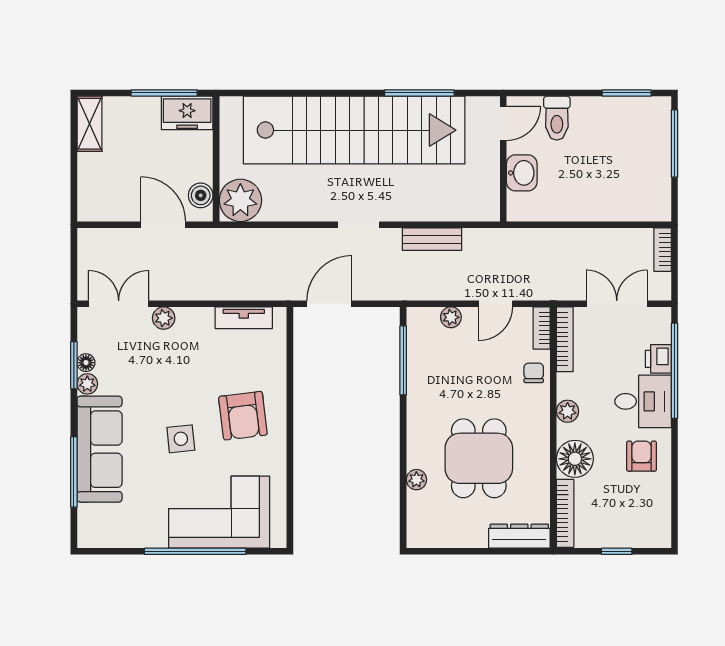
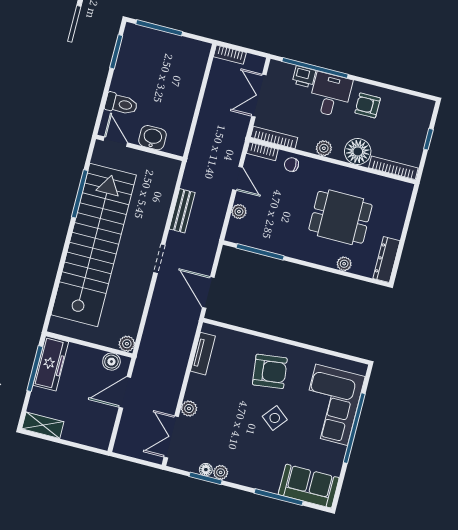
freezer: (187, 113) -> (51, 363), width x1.40
plant: (240, 200) -> (127, 344), width x0.53, depth x0.53
side table: (181, 439) -> (275, 418), turned 45
sofa: (100, 449) -> (309, 486), moved, width x0.73
dresser: (519, 536) -> (386, 260), moved

